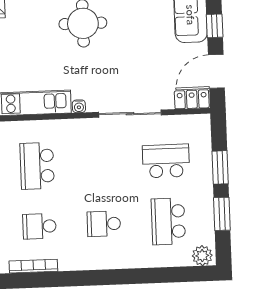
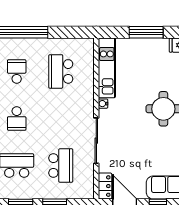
school desk: (37, 166) -> (61, 71), turned -90
school desk: (104, 224) -> (17, 118), turned 180

